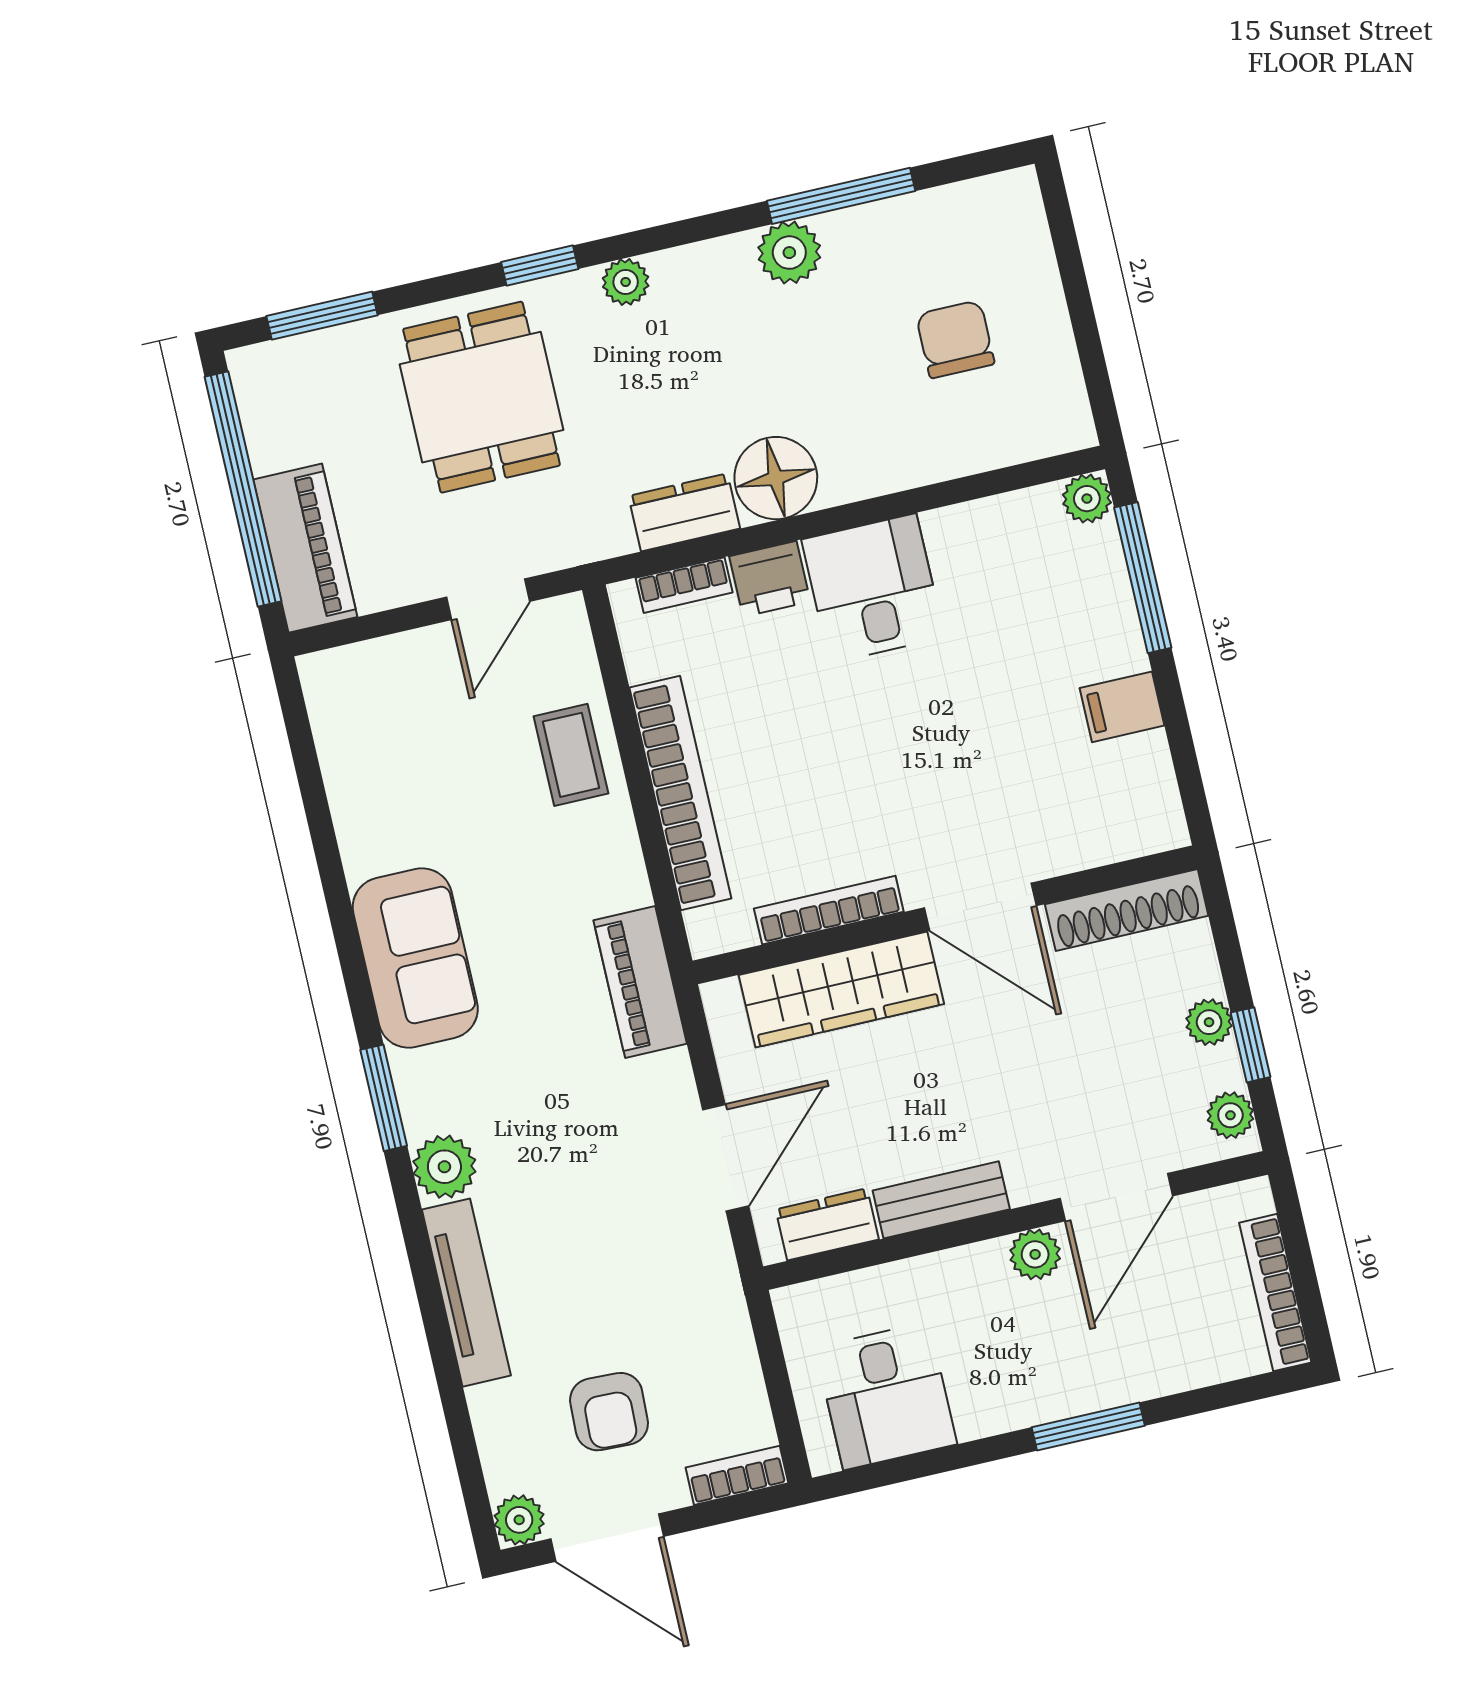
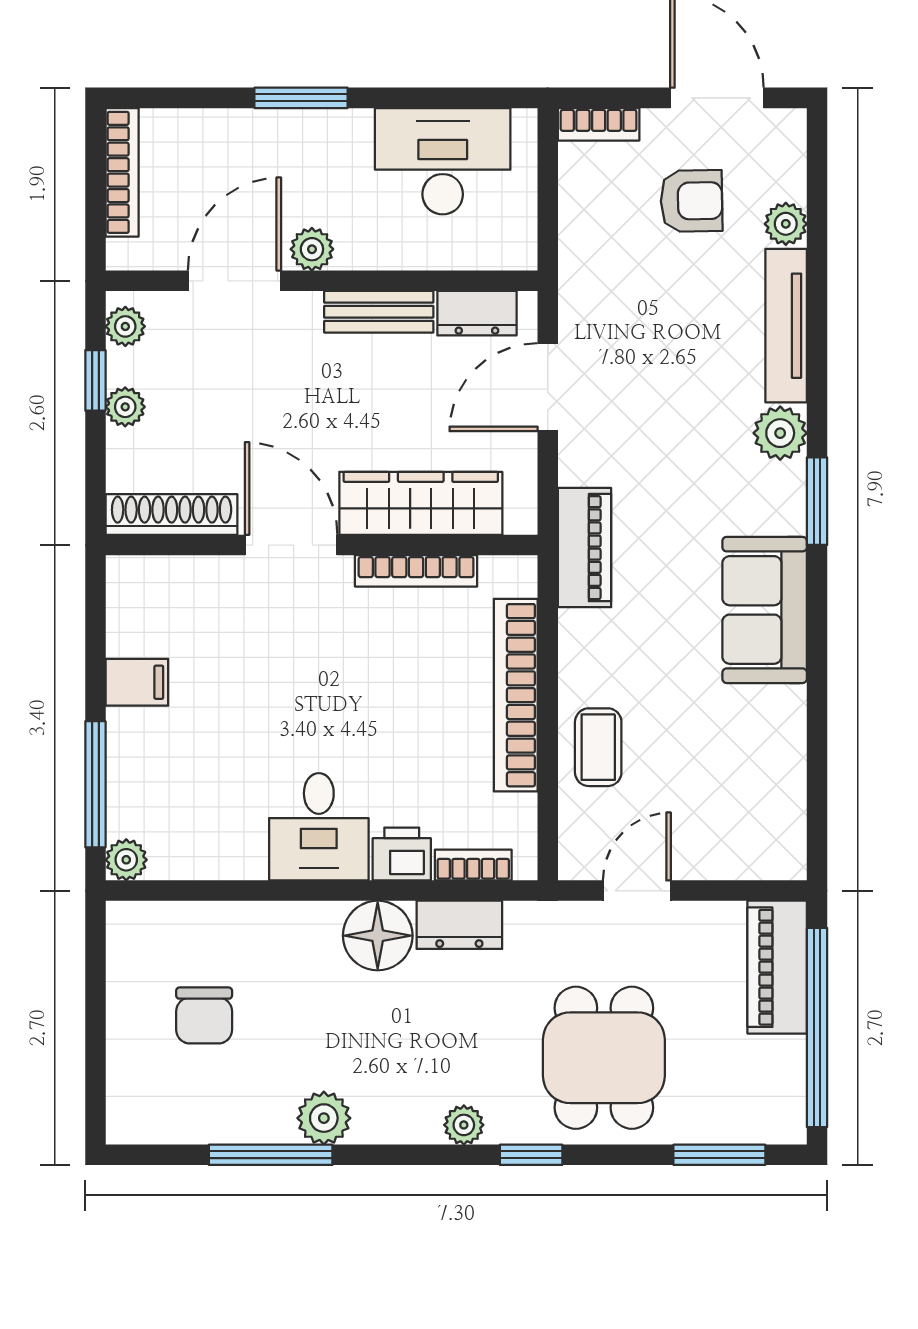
desk: (886, 1396) -> (443, 161), width x1.37
armchair: (609, 1412) -> (691, 201), turned 87
plant: (519, 1520) -> (786, 224), moved

